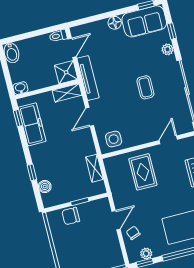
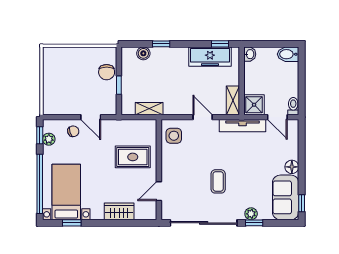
window: (172, 31) -> (254, 223), moved
coffee table: (145, 87) -> (218, 181), turned 90
door: (168, 140) -> (159, 191), swing flipped
chair: (71, 216) -> (107, 72), turned 180

